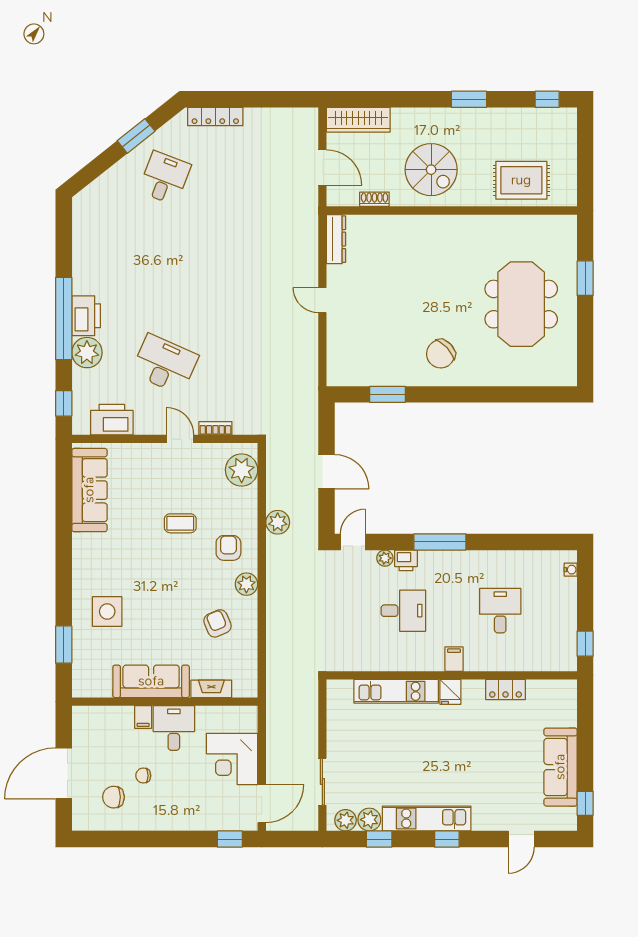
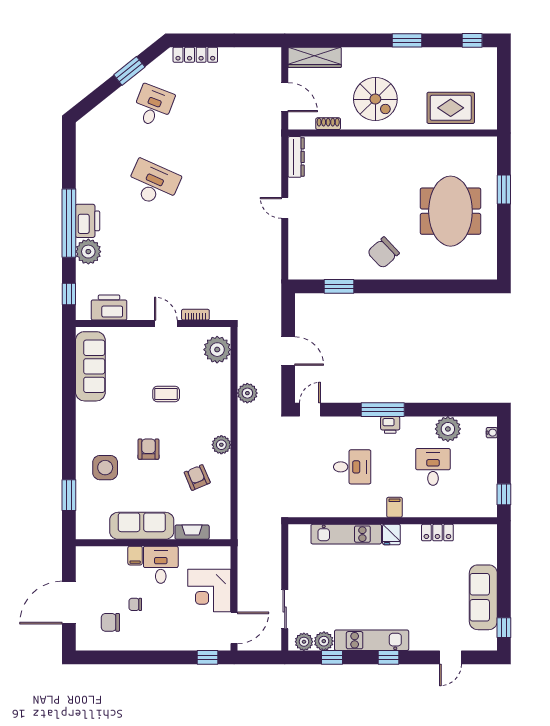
desk: (165, 364) -> (153, 184), moved
armchair: (228, 548) -> (148, 449), moved
plant: (385, 558) -> (448, 429), moved, width x1.87, depth x1.87
printer: (406, 560) -> (390, 425), moved

